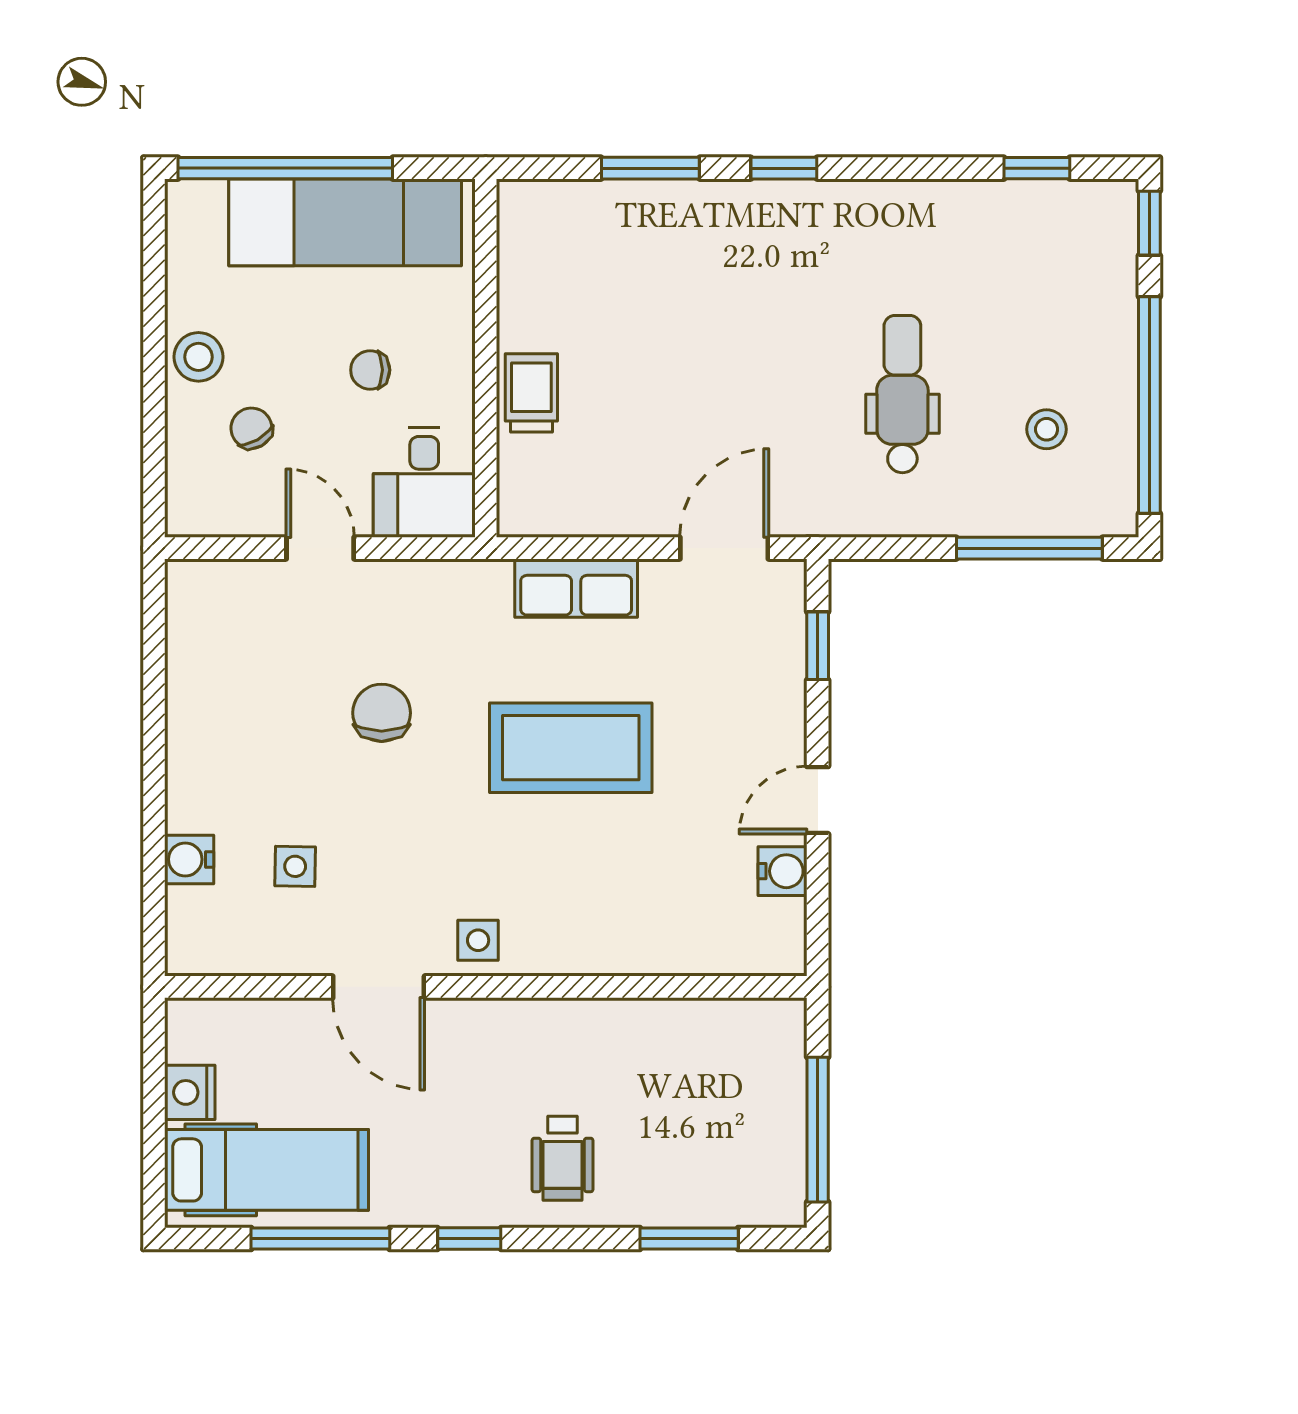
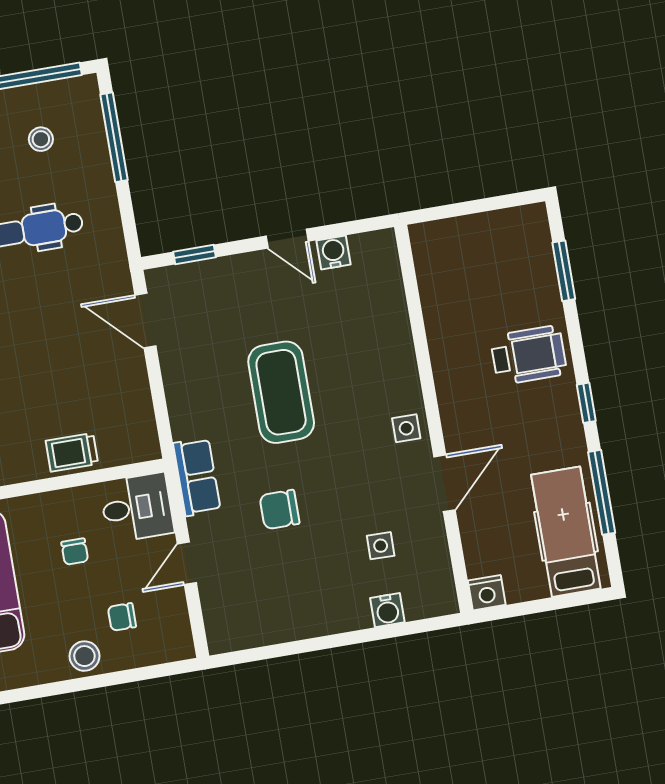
chair: (251, 428) -> (122, 617), turned 30
row of seats: (576, 588) -> (197, 477), moved
nightstand: (190, 1092) -> (487, 593), moved
window: (818, 1130) -> (485, 205), removed
wheelchair: (562, 1158) -> (529, 355), width x1.36, depth x1.37

